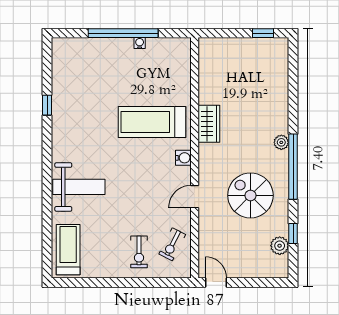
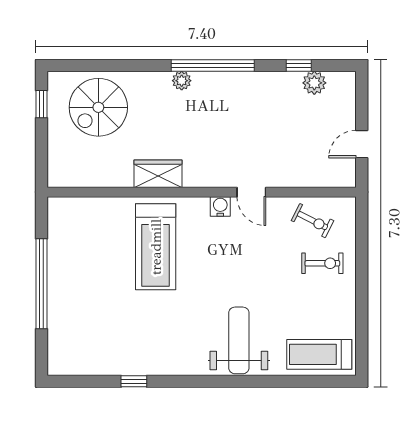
water cooler: (140, 43) -> (54, 263), removed
water cooler: (183, 158) -> (220, 206), moved
spiral stairs: (250, 195) -> (98, 107), moved
door: (216, 283) -> (362, 144), moved

